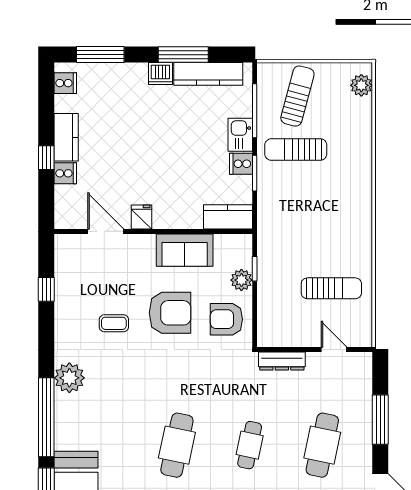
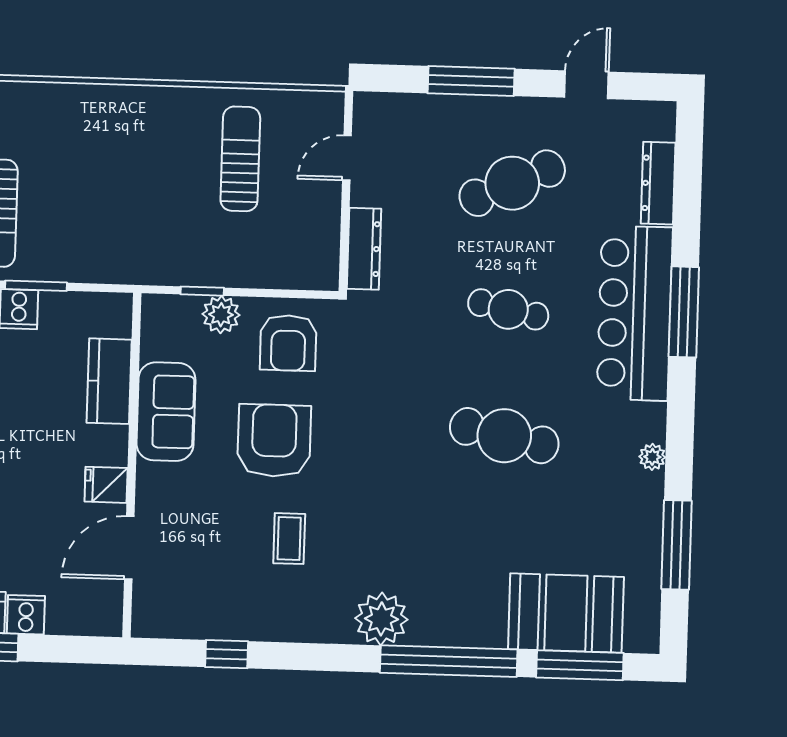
kitchen counter: (228, 217) -> (109, 381), moved
cafe table: (322, 445) -> (512, 183), turned -36

